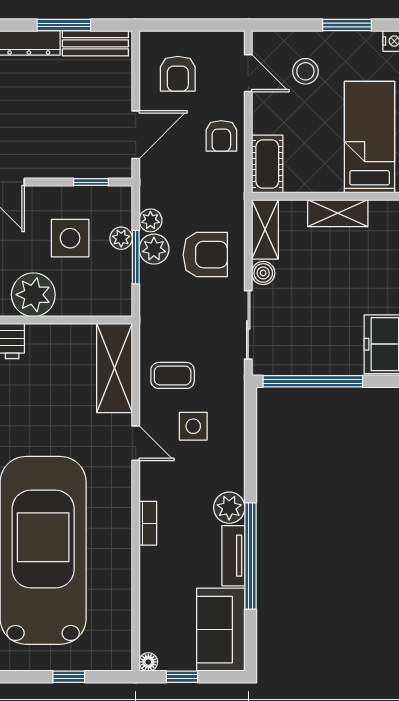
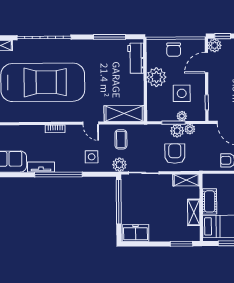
cot: (267, 164) -> (210, 201), moved, turned 90
armchair: (205, 255) -> (175, 154), turned 180
boiler: (263, 273) -> (167, 179), removed
side table: (193, 426) -> (92, 157), moved
door: (136, 443) -> (91, 123), hinge flipped
plant: (229, 508) -> (119, 165), moved
window: (250, 556) -> (58, 174), moved

